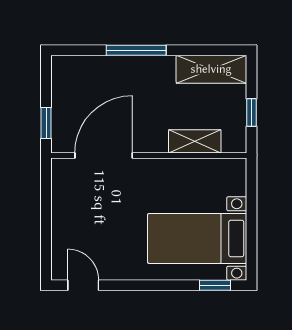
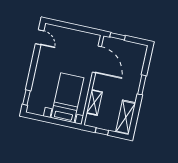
window: (136, 50) -> (142, 85), width x0.69
bed with nightstands: (197, 238) -> (67, 98), moved
door: (83, 285) -> (40, 37), hinge flipped

